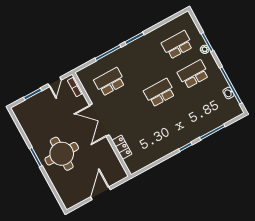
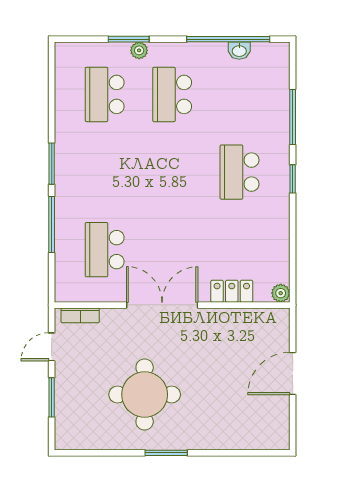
door: (55, 82) -> (52, 347), swing flipped
school desk: (160, 93) -> (240, 172), moved
double door: (99, 120) -> (162, 305), swing flipped
round table: (62, 154) -> (145, 395), moved
plant: (133, 169) -> (281, 293), added
door: (101, 193) -> (293, 373), hinge flipped

